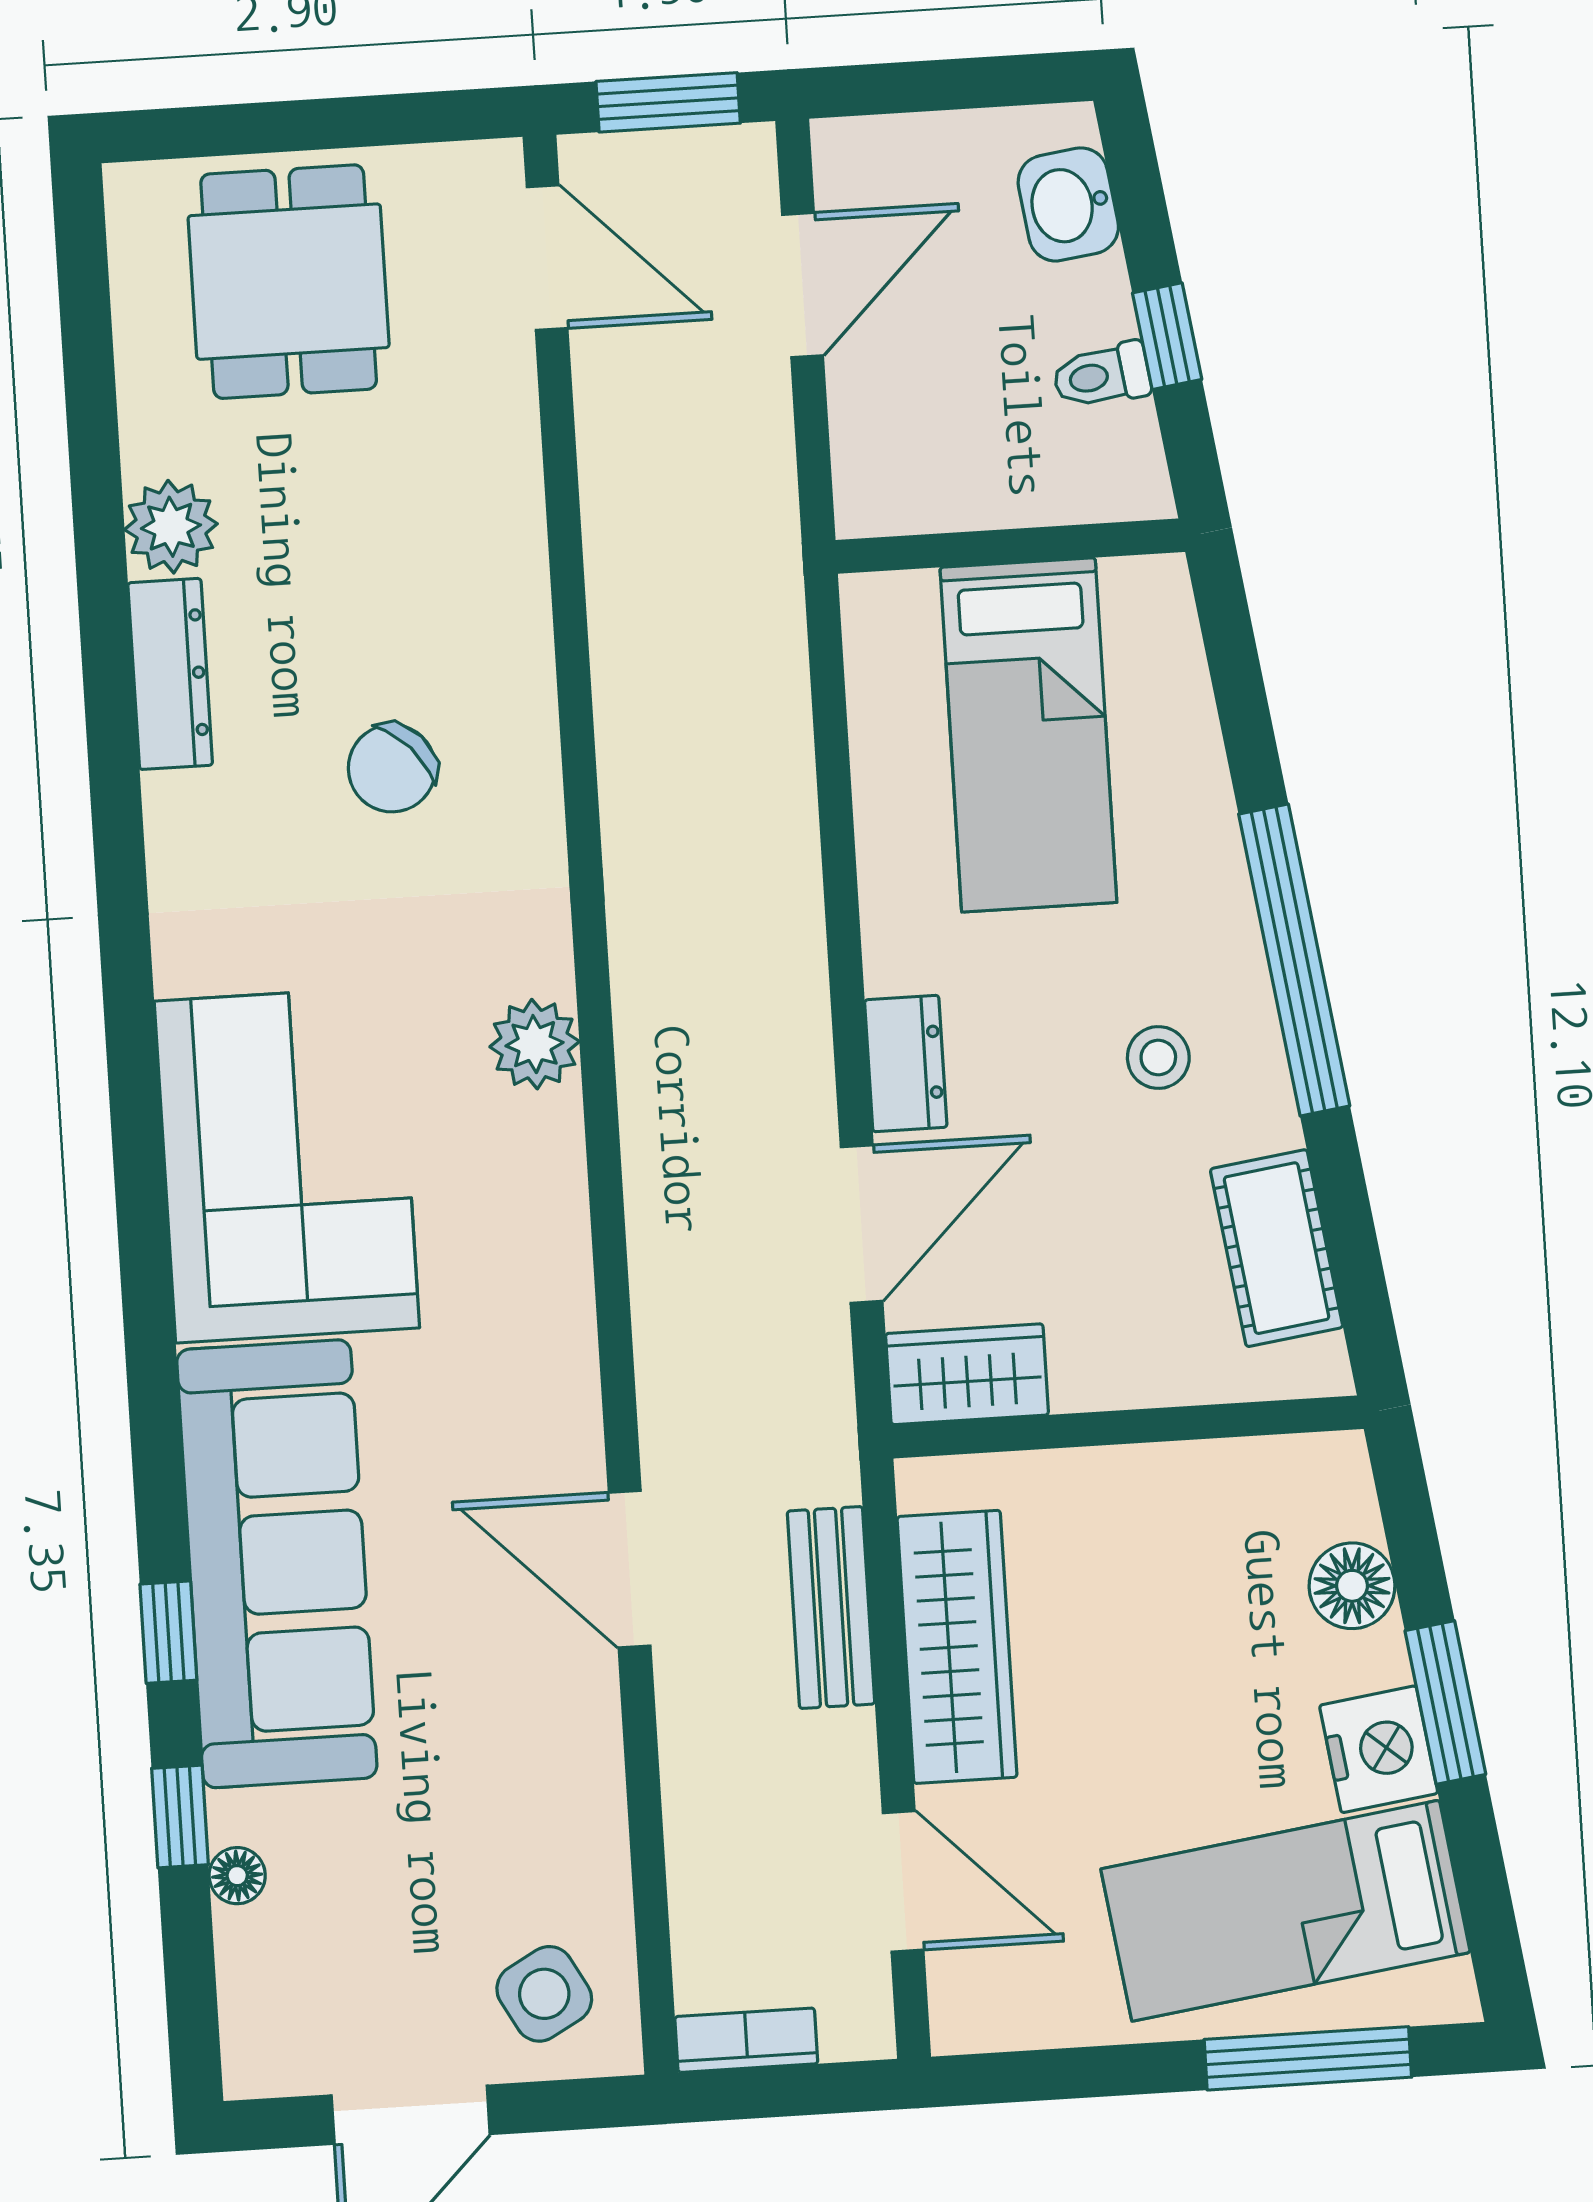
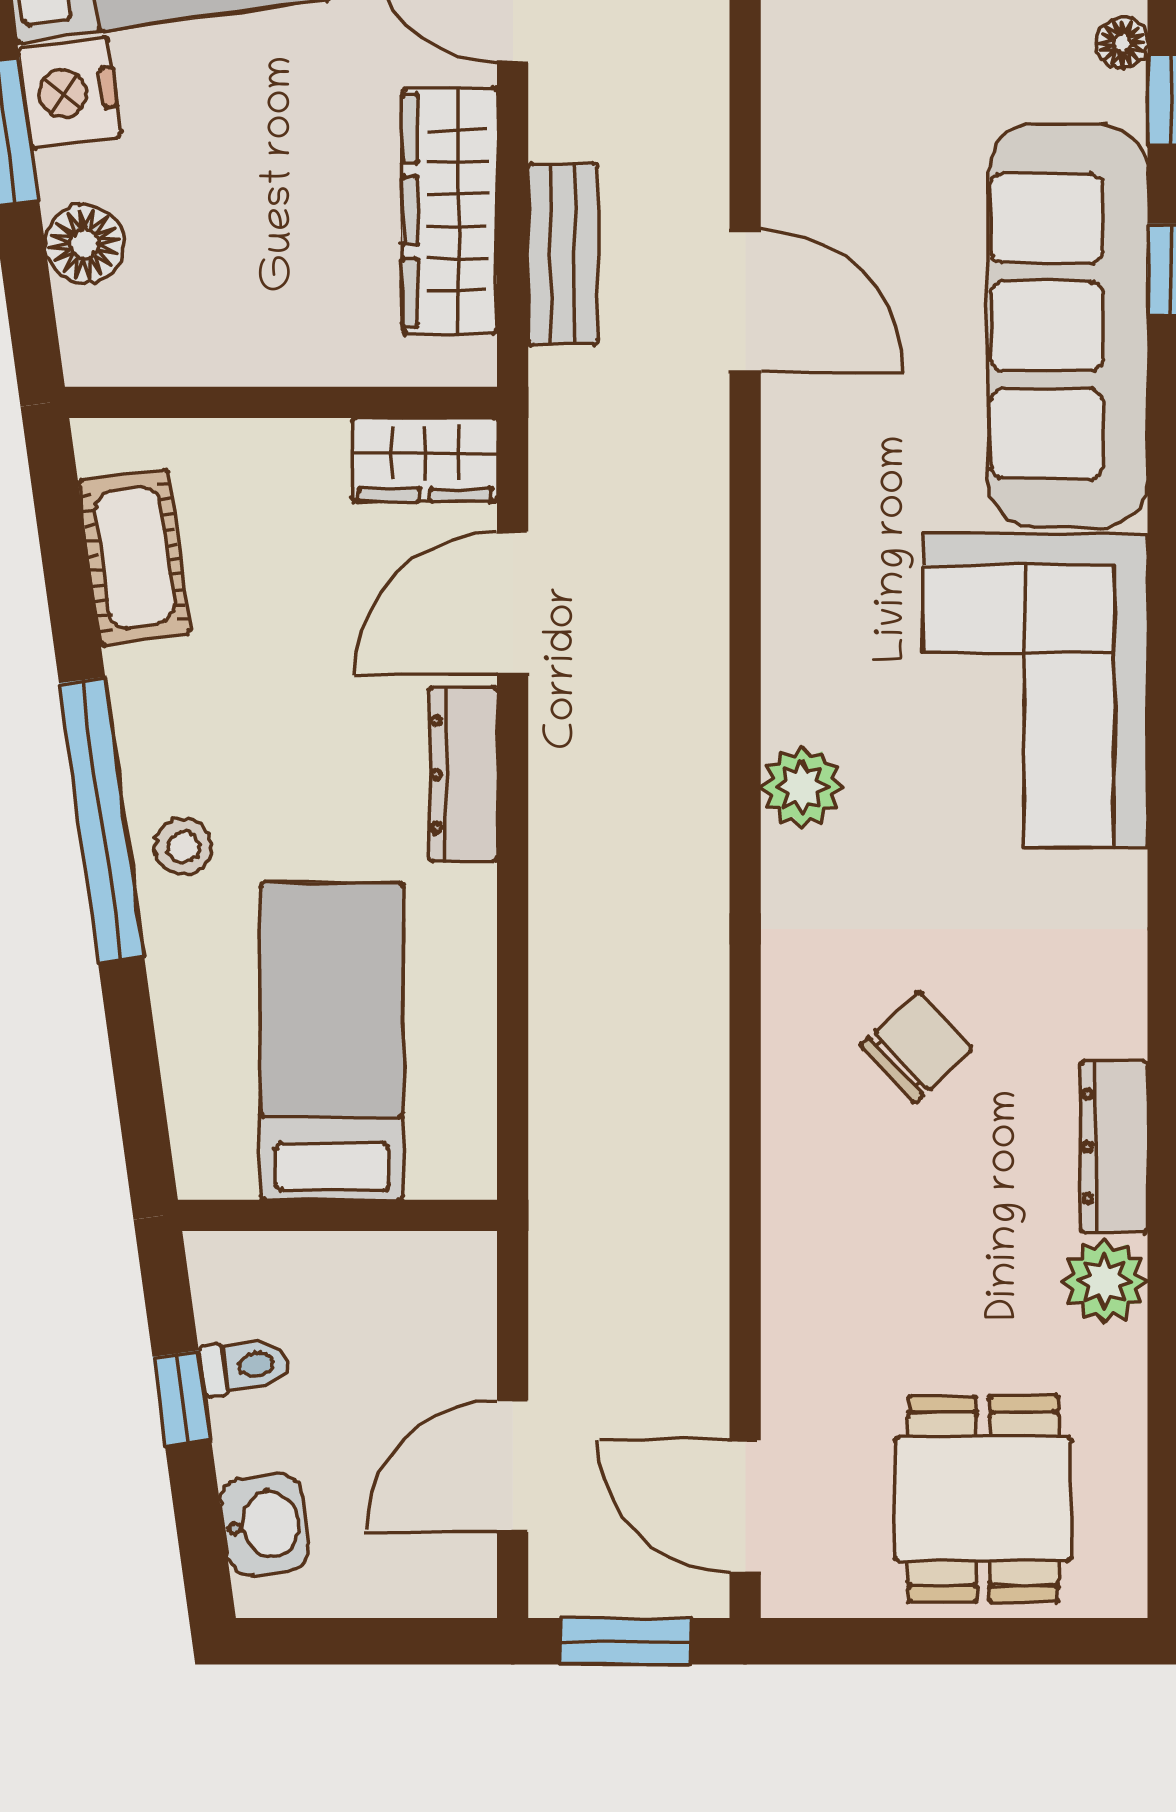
stool: (1158, 1058) -> (183, 847), moved
dresser: (906, 1064) -> (463, 774), width x1.44

